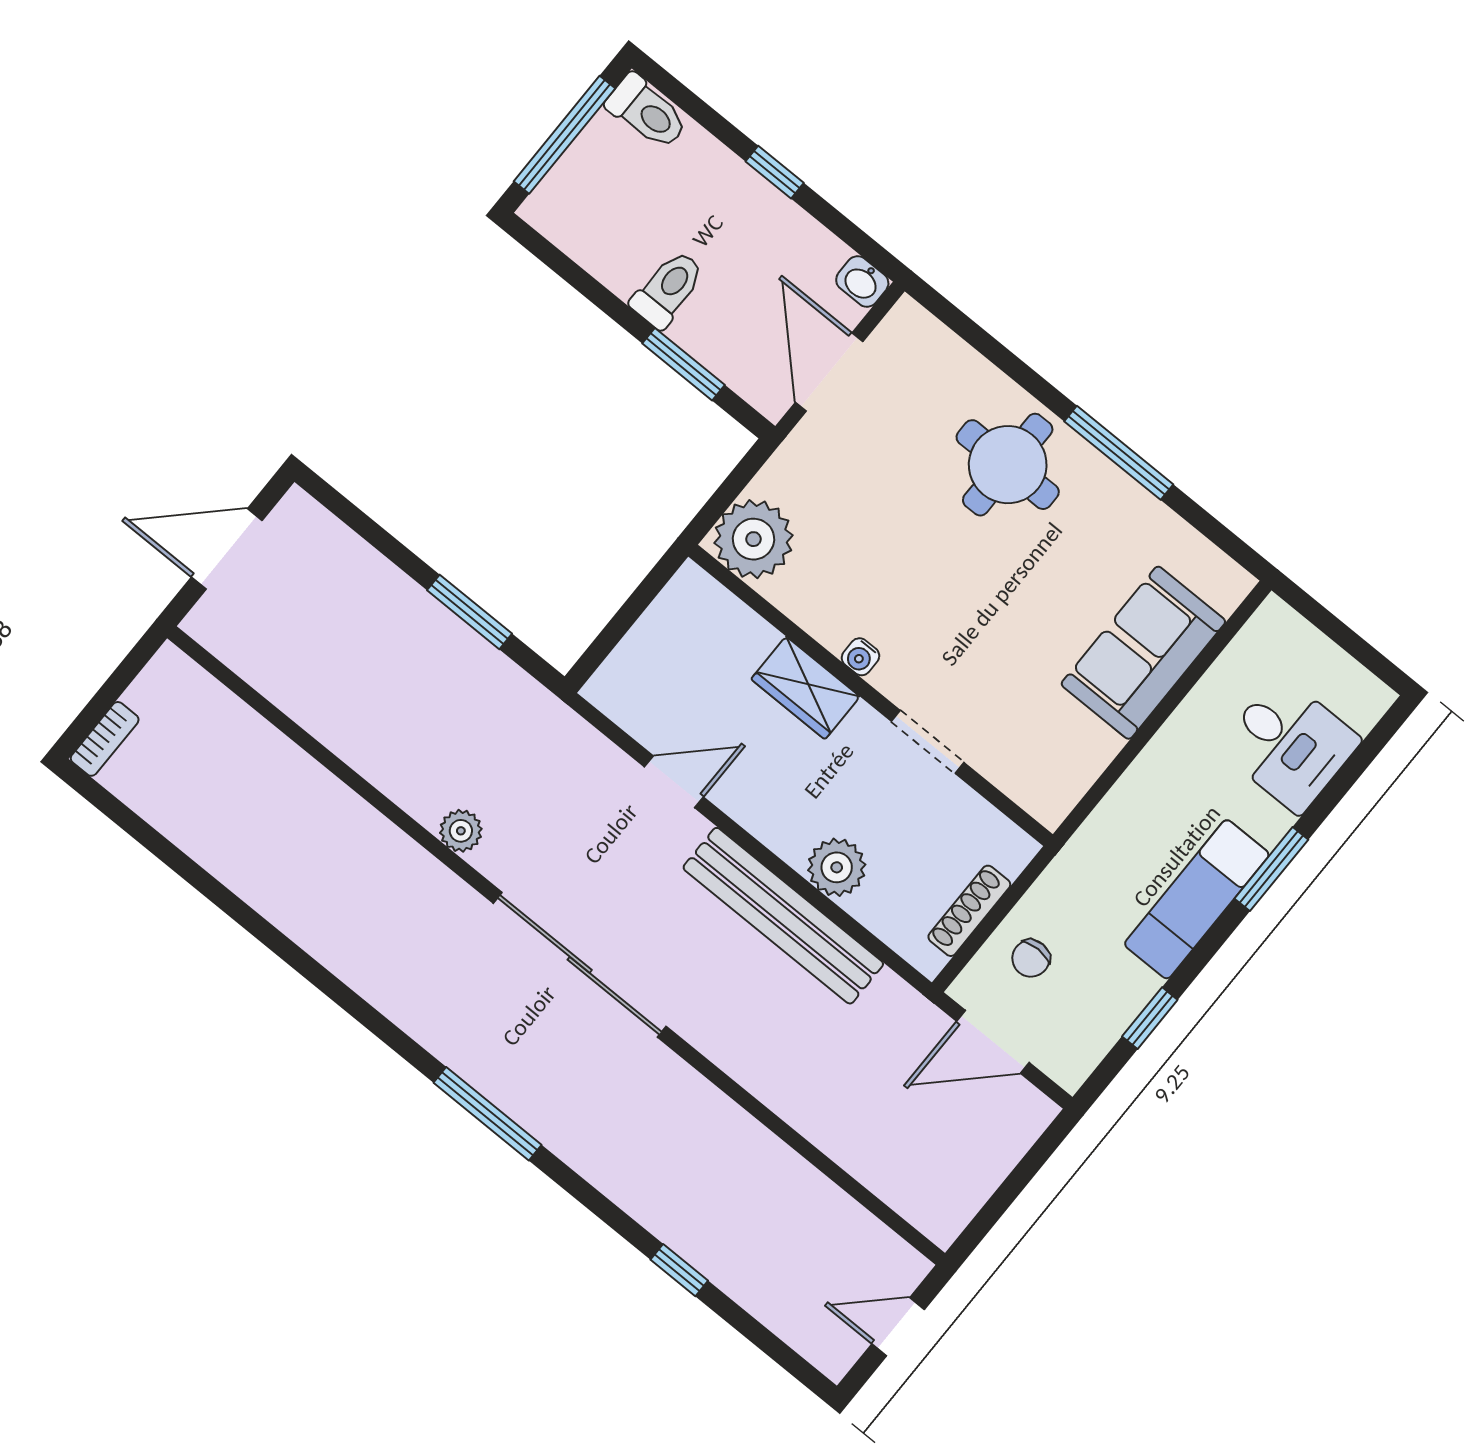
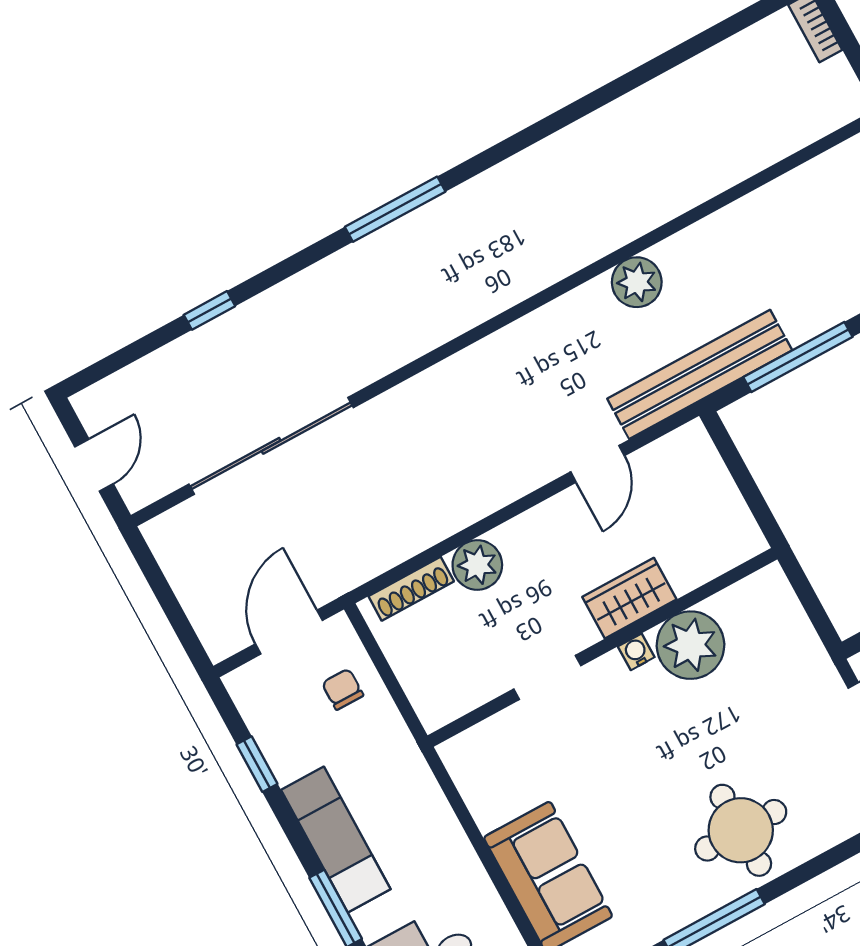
plant: (753, 539) -> (690, 645), moved
window: (470, 612) -> (798, 357), width x1.44
plant: (461, 831) -> (637, 282), width x1.38, depth x1.38
shoe rack: (969, 911) -> (411, 589), moved, turned 90
bench: (783, 916) -> (700, 374), moved
sliding door: (580, 965) -> (271, 446), moved

